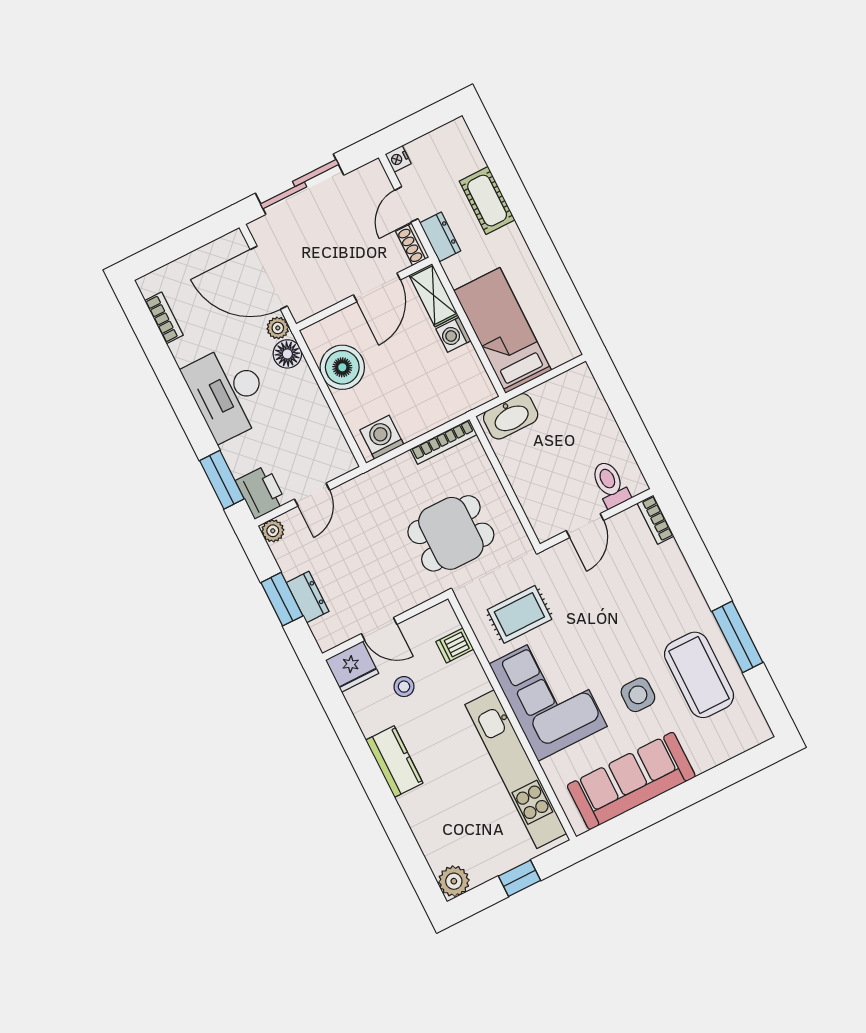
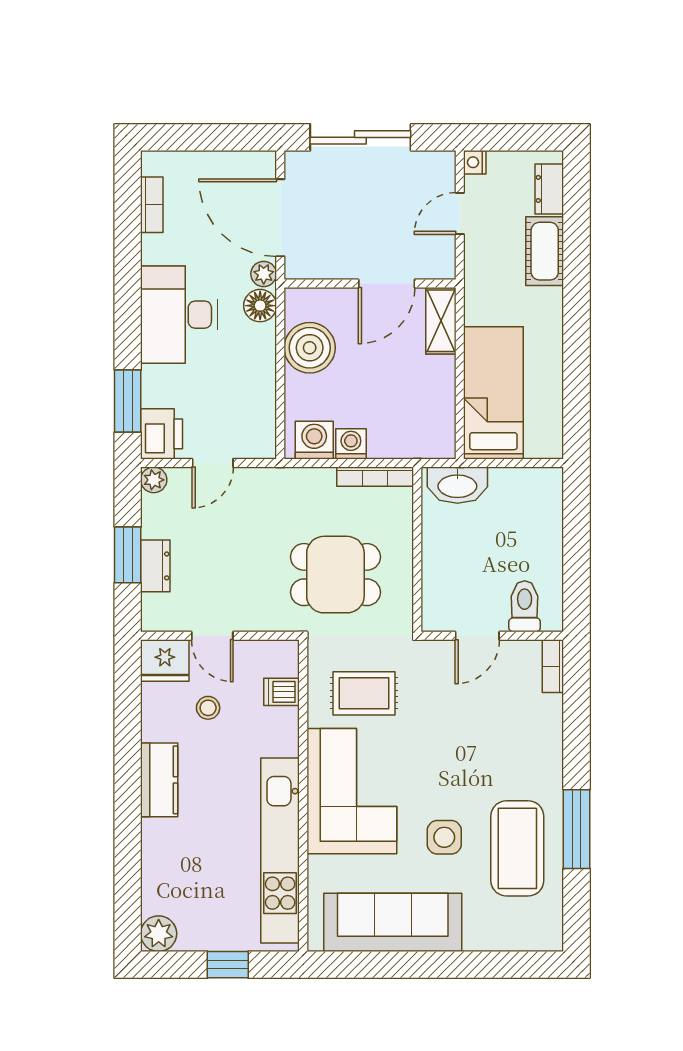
dresser: (440, 237) -> (549, 189), moved, turned 180
shoe rack: (412, 244) -> (445, 258), removed
washing machine: (453, 335) -> (351, 444), moved, turned 90

